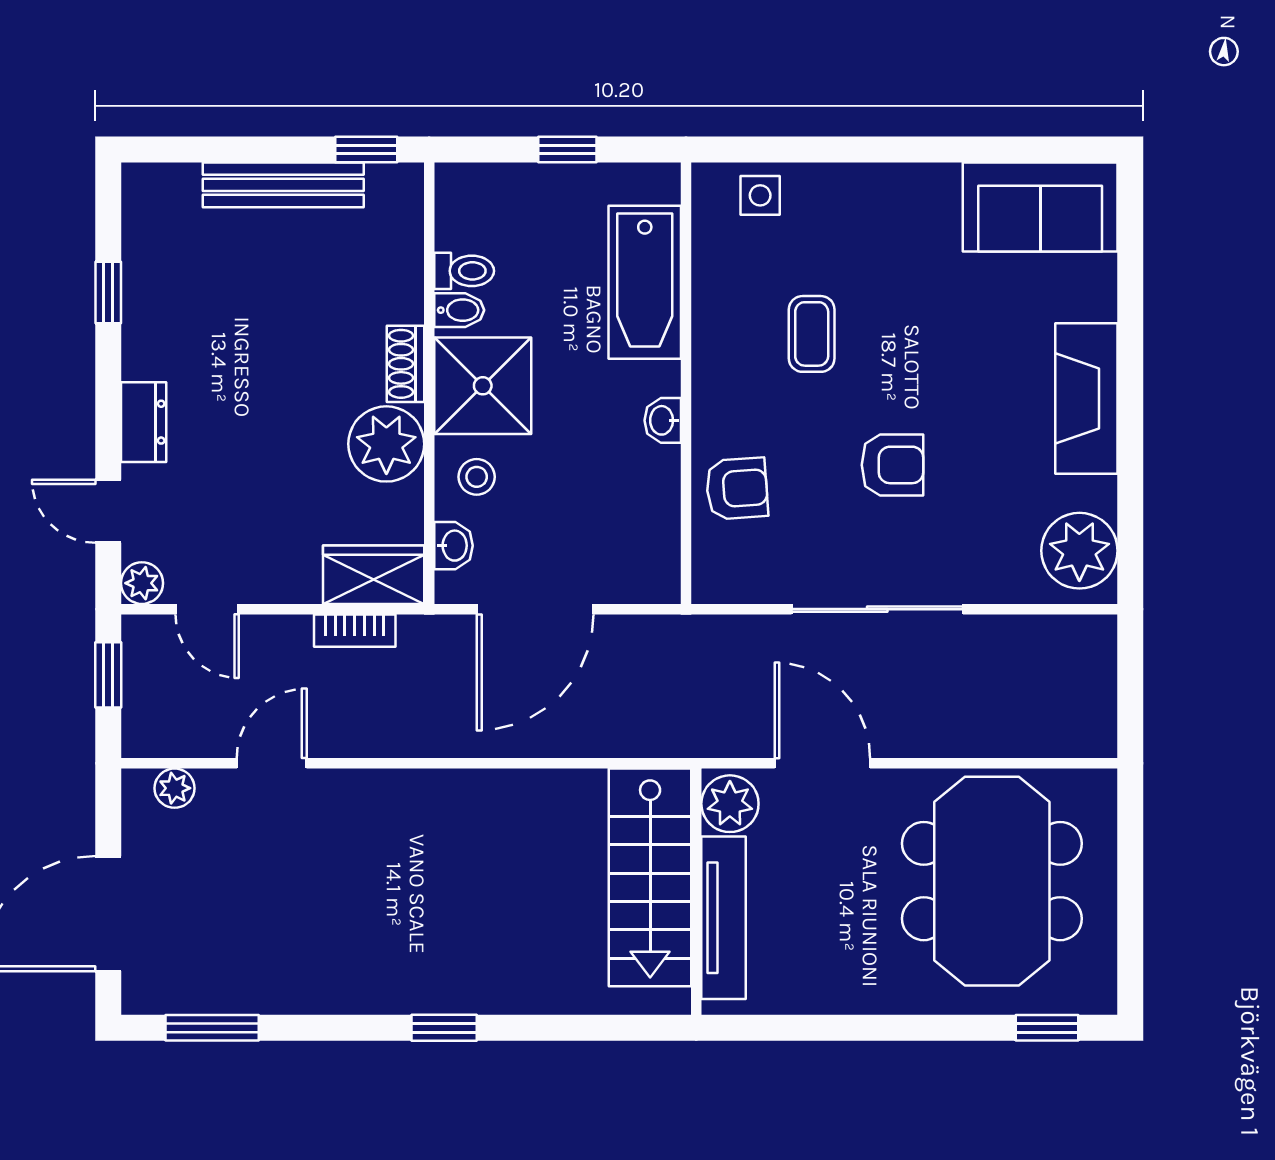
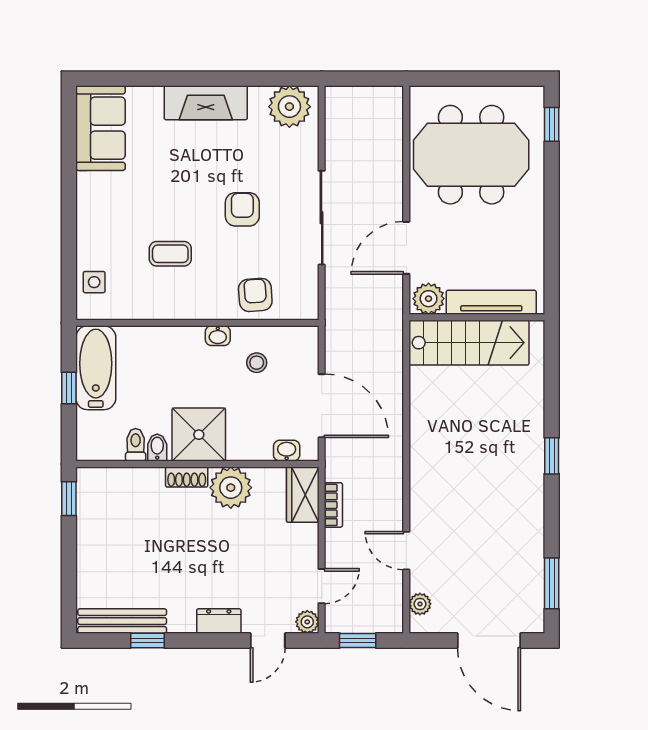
bench: (283, 185) -> (122, 621), moved, turned 90
bathtub: (645, 282) -> (96, 368), moved, turned -90
stool: (477, 477) -> (257, 363), moved

